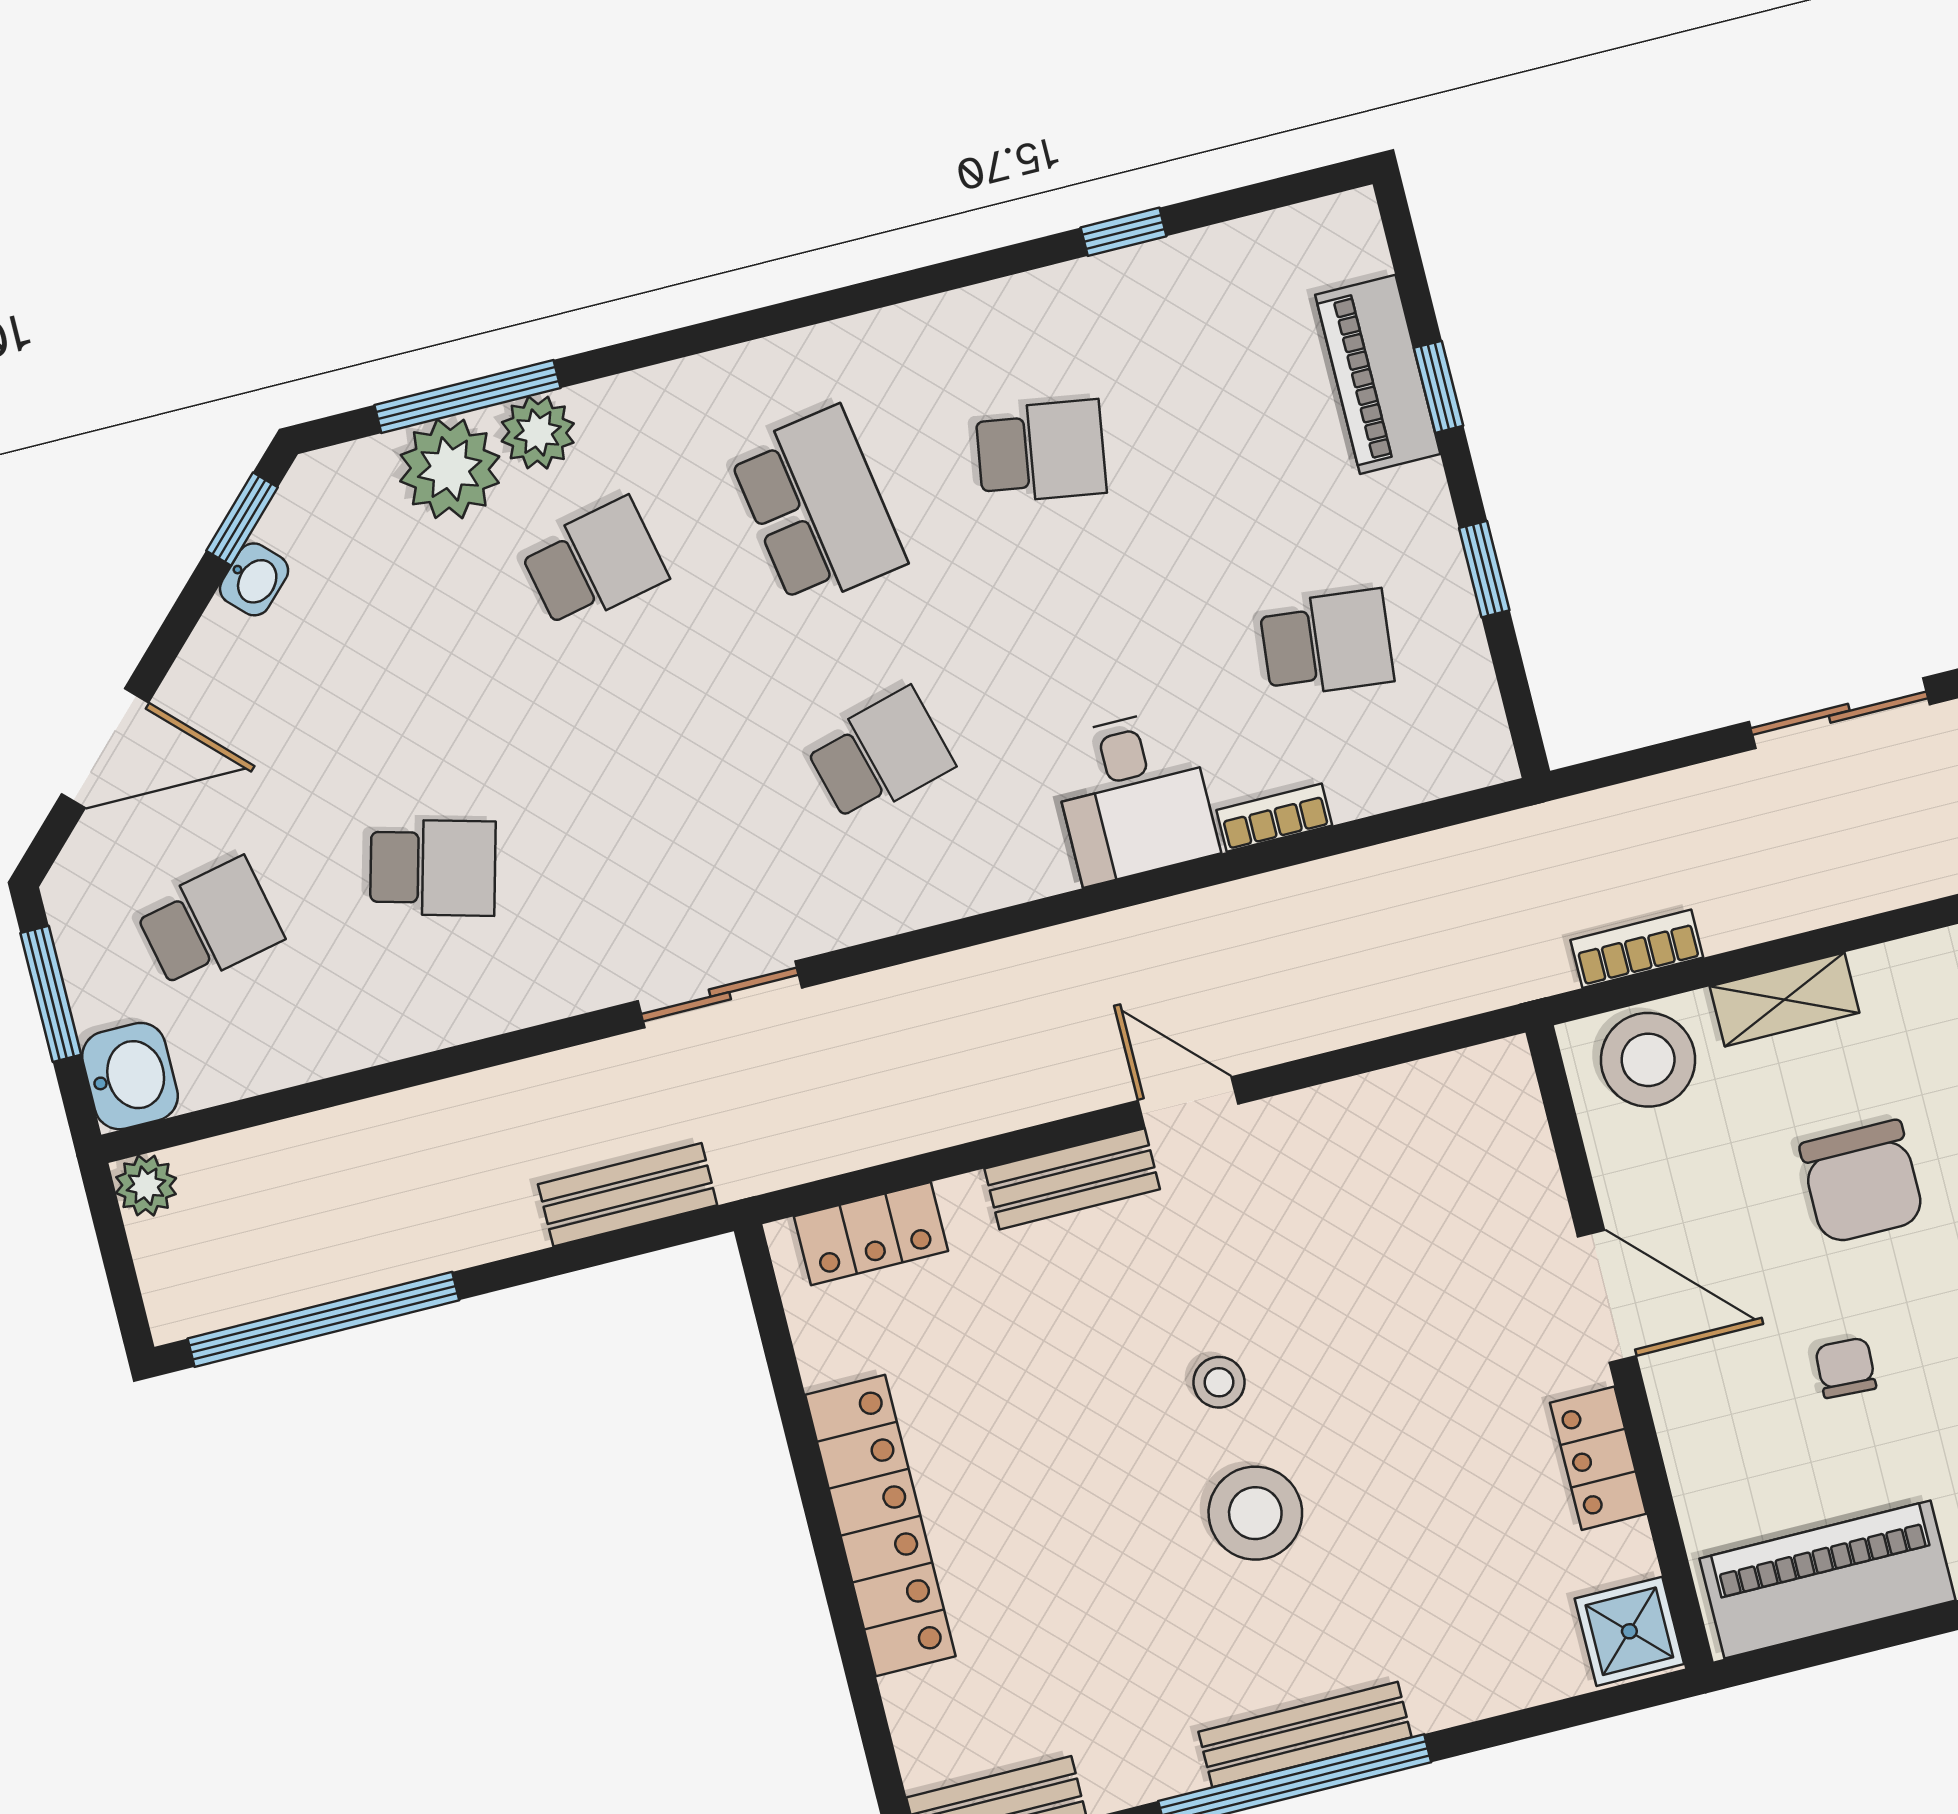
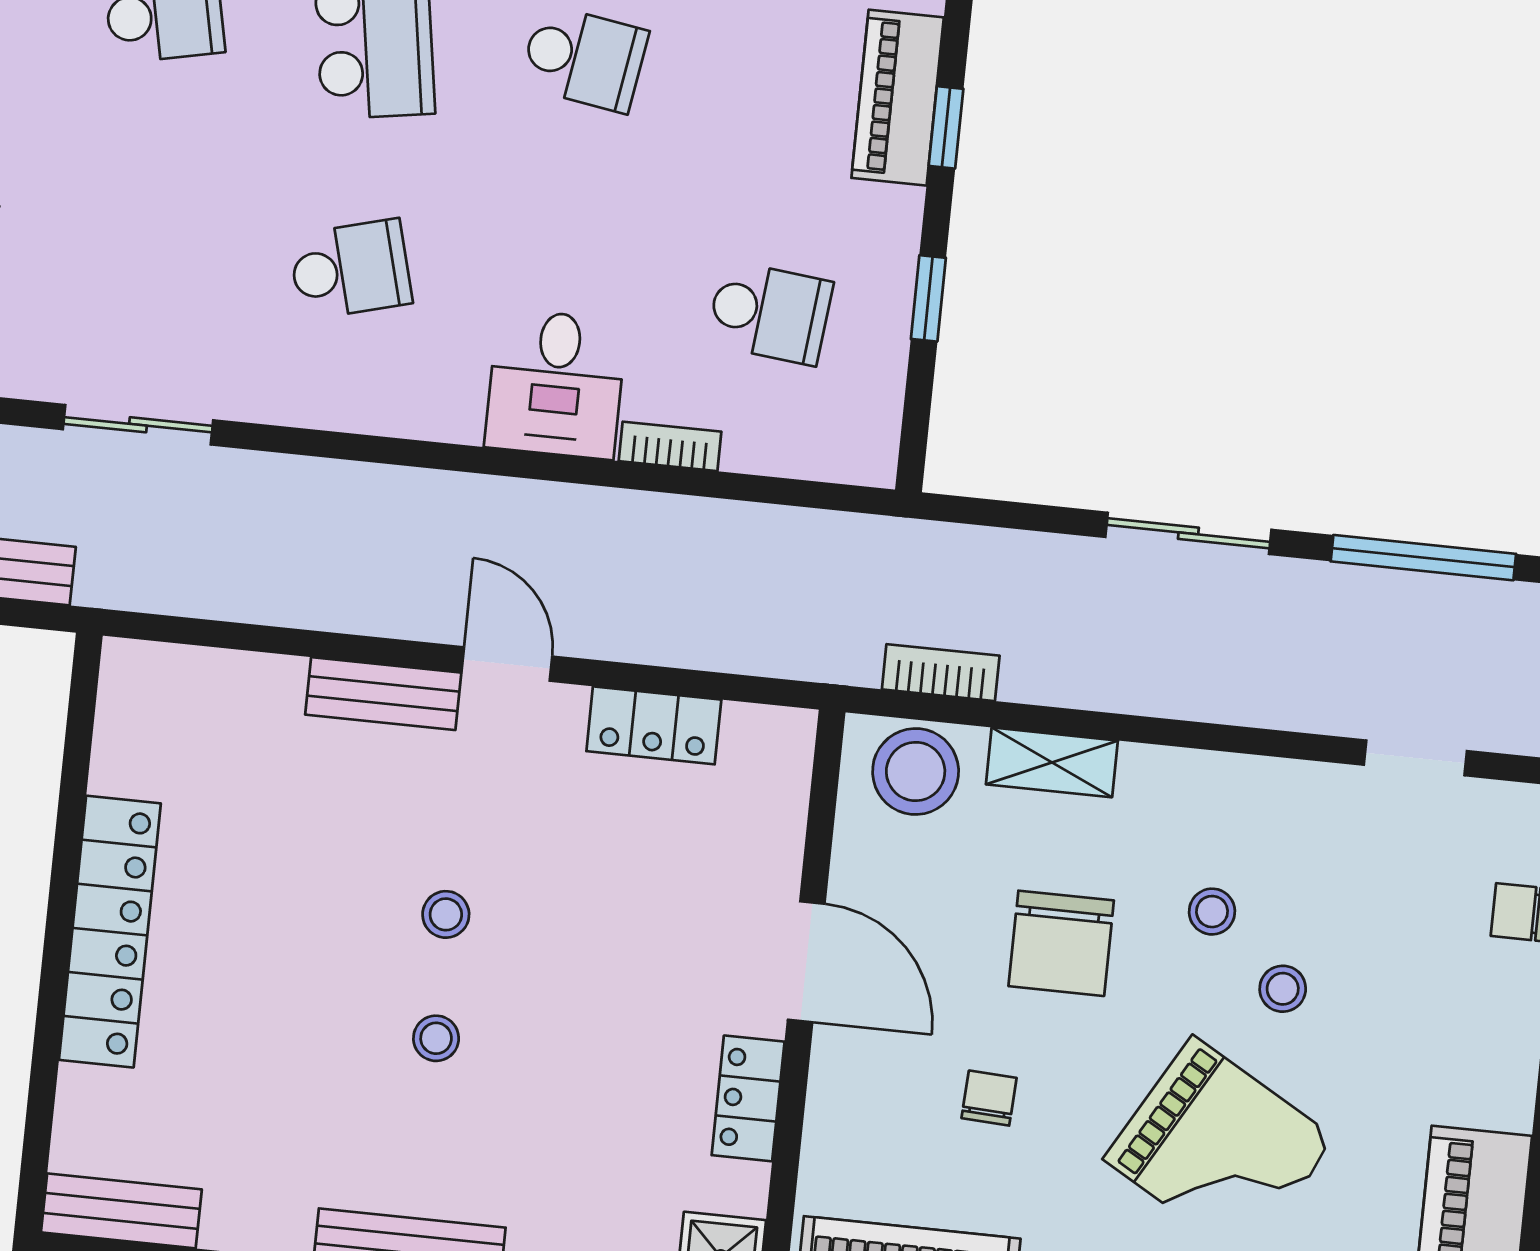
locker: (871, 1234) -> (654, 725), moved
stool: (1255, 1513) -> (436, 1038), width x0.53, depth x0.53

